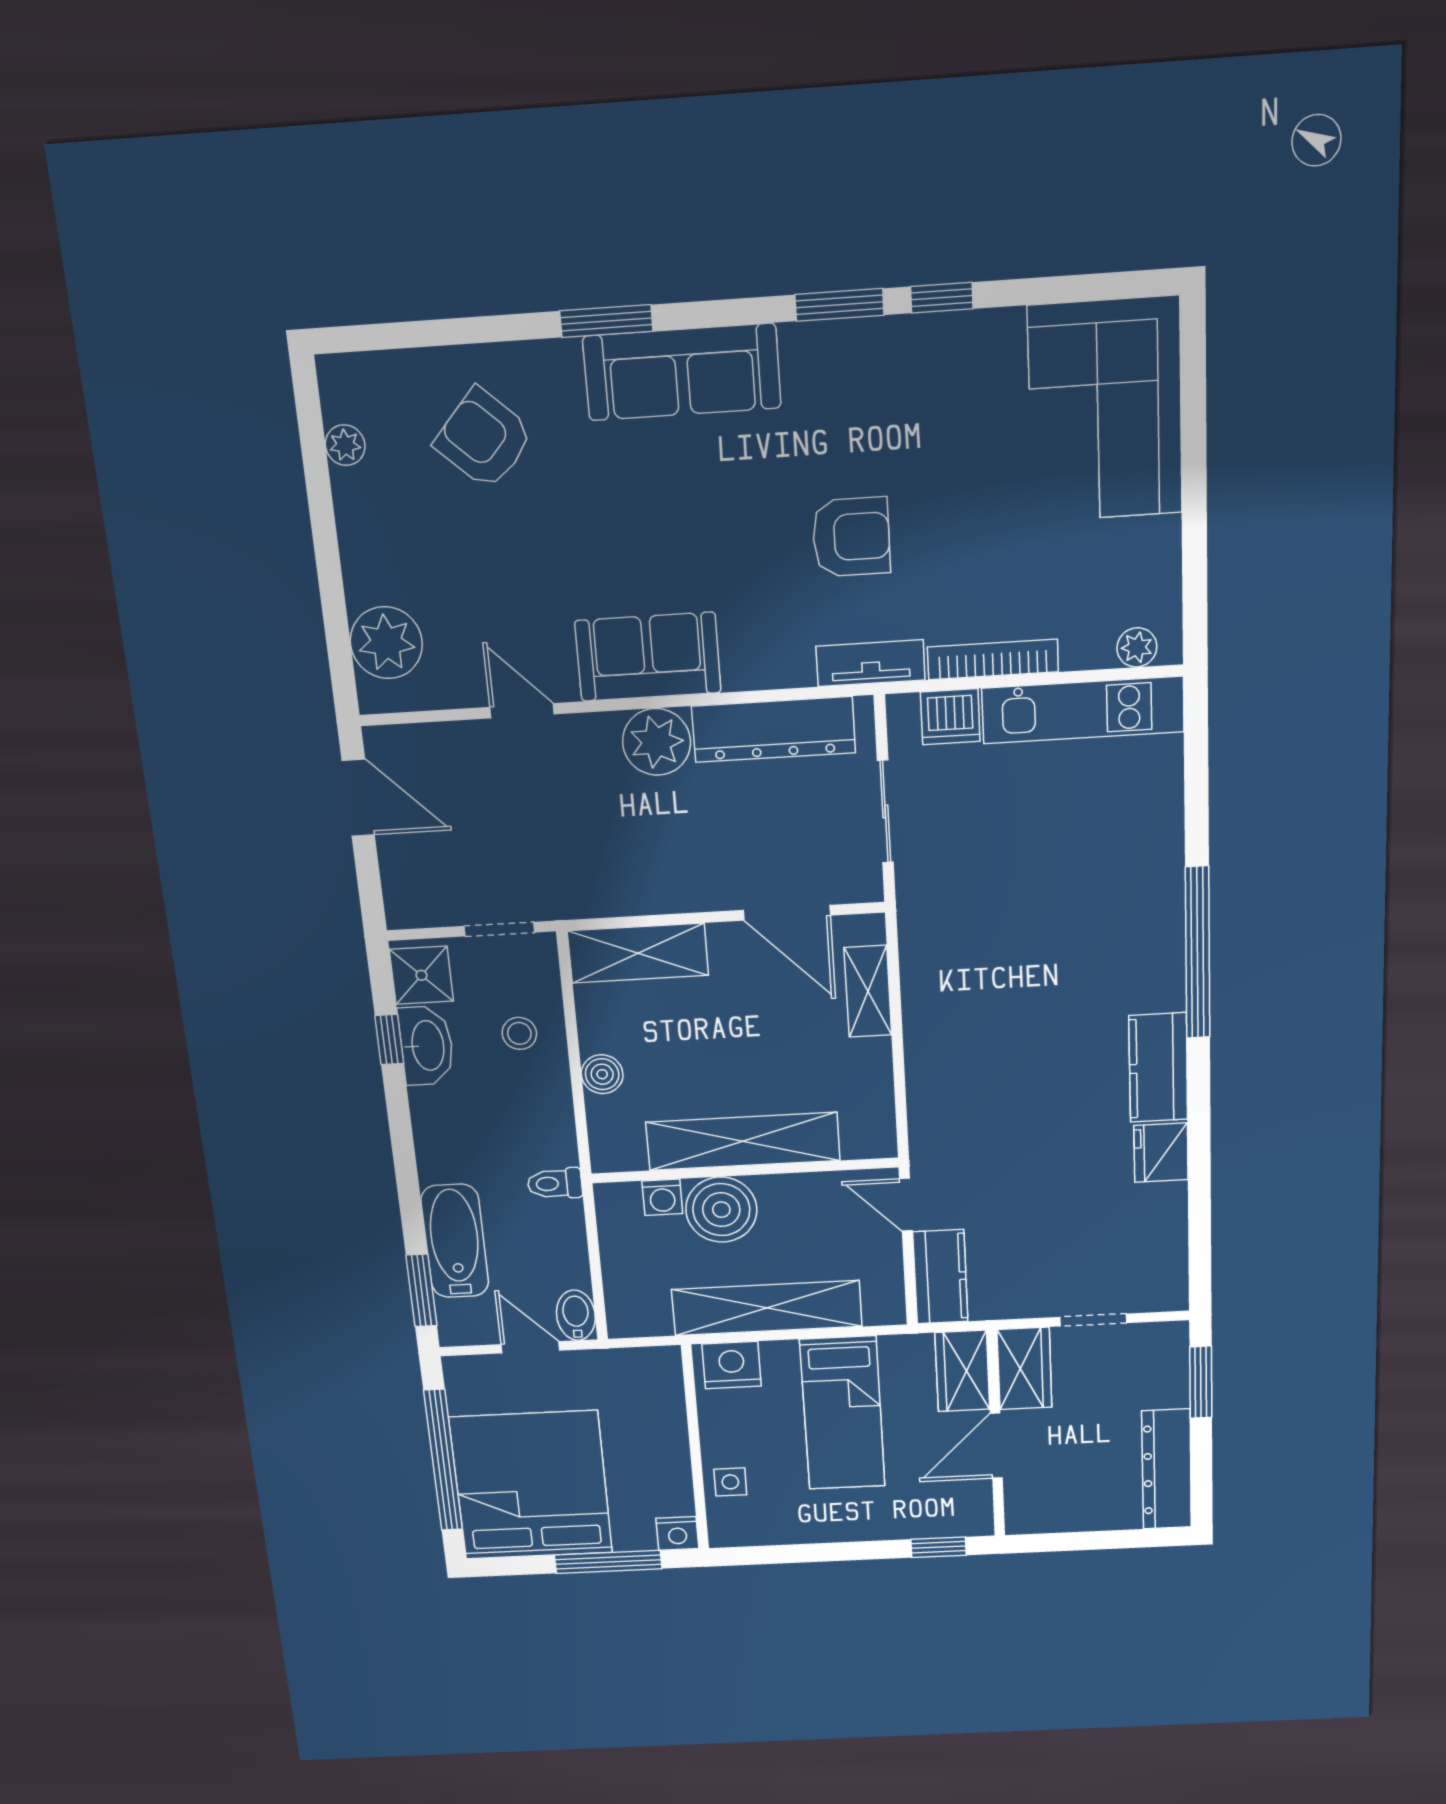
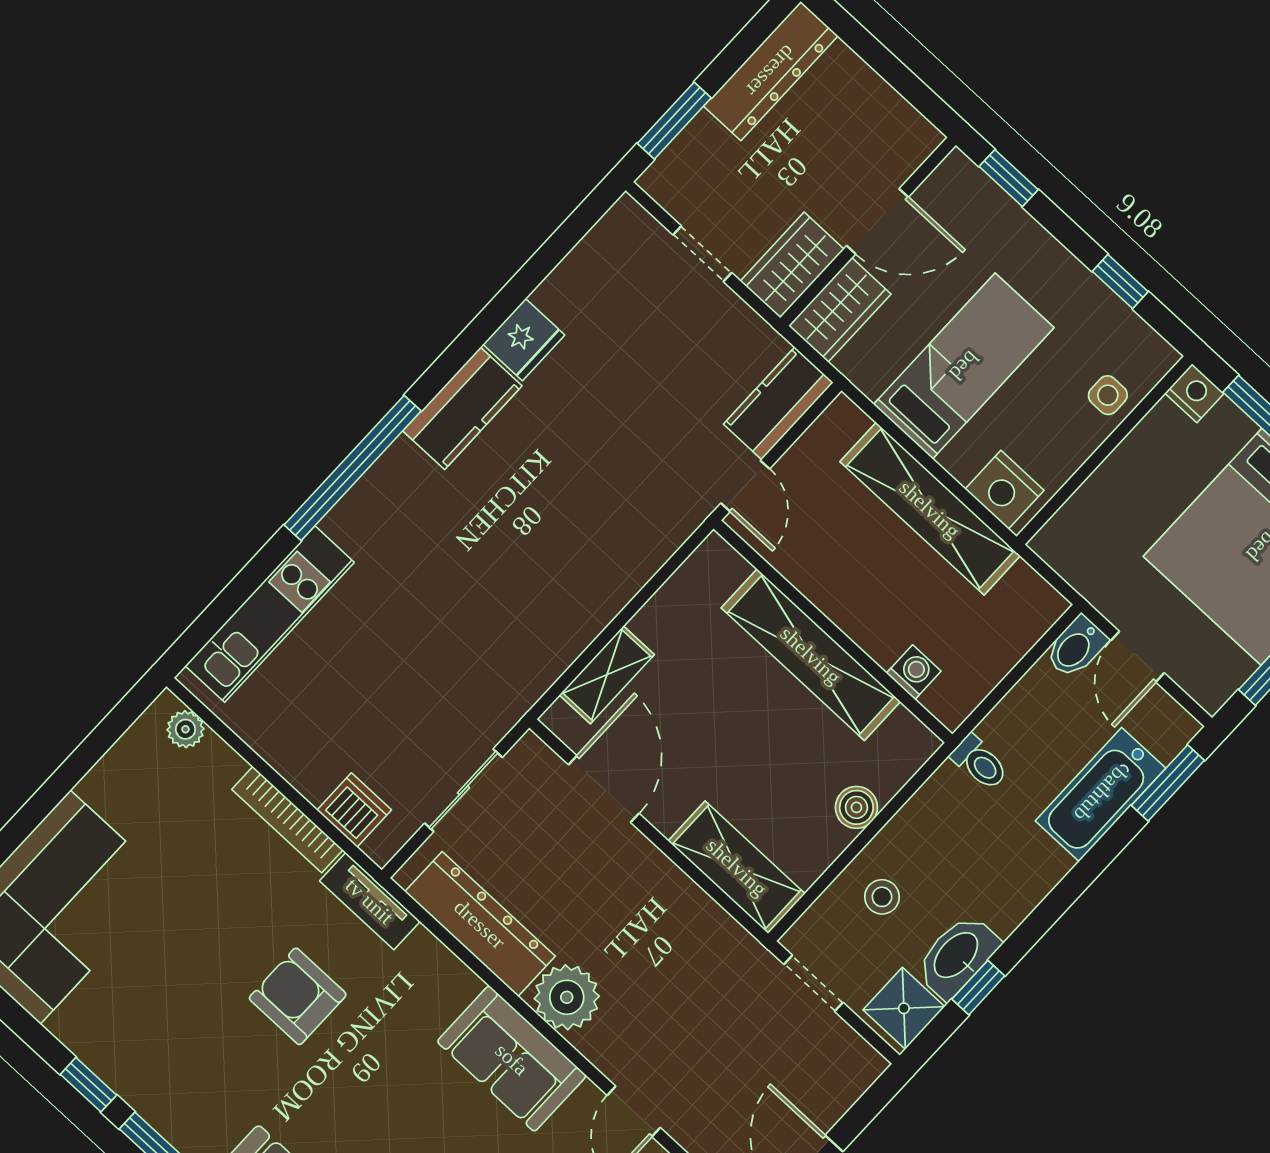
kitchen unit: (1083, 710) -> (270, 614), moved, turned 90
boiler: (721, 1210) -> (881, 619), removed
window: (799, 1553) -> (1120, 281), added

